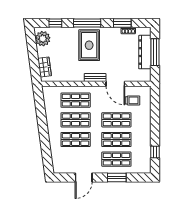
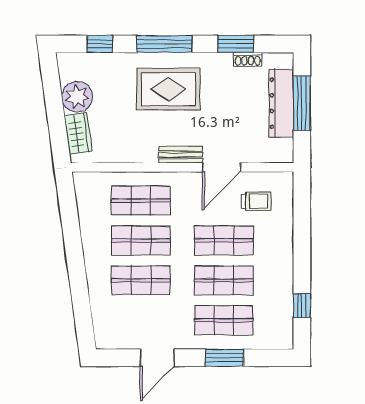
plant: (43, 39) -> (77, 97), moved
rug: (89, 45) -> (168, 89), turned 90
door: (115, 84) -> (222, 167), hinge flipped

